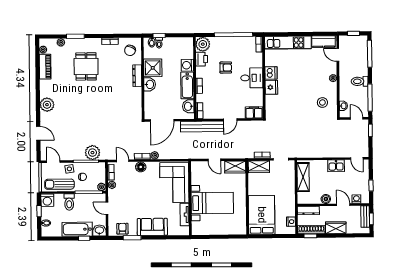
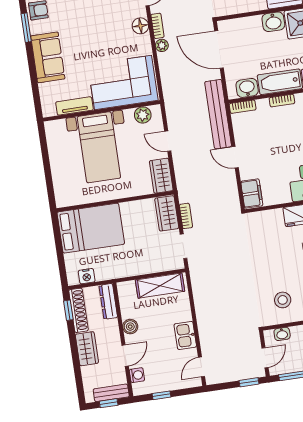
door: (214, 160) -> (168, 141), hinge flipped
plant: (196, 173) -> (143, 115), added

